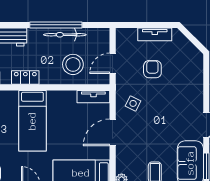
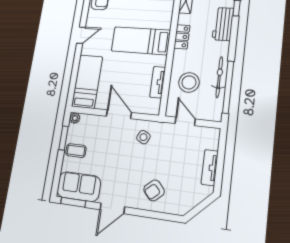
window: (56, 25) -> (228, 87), moved
armchair: (152, 69) -> (154, 190), moved, turned 138
tv unit: (93, 97) -> (158, 82), moved

